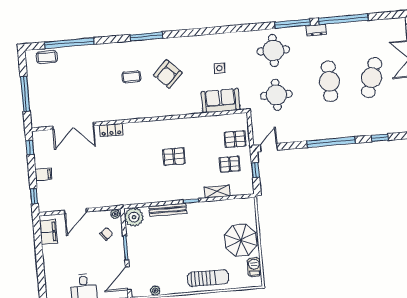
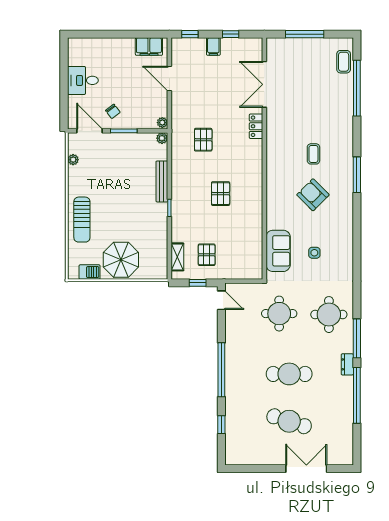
pallet: (235, 139) -> (203, 140), moved
window: (30, 148) -> (231, 34), moved
shelving: (217, 192) -> (177, 257), moved
plant: (134, 217) -> (162, 138), width x0.53, depth x0.53
chair: (106, 234) -> (113, 111), moved

